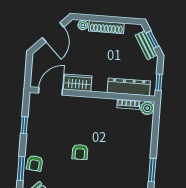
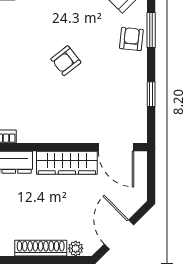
wardrobe: (78, 83) -> (67, 163), width x1.50
door: (51, 91) -> (116, 147), hinge flipped
armchair: (80, 152) -> (66, 61), turned -128

